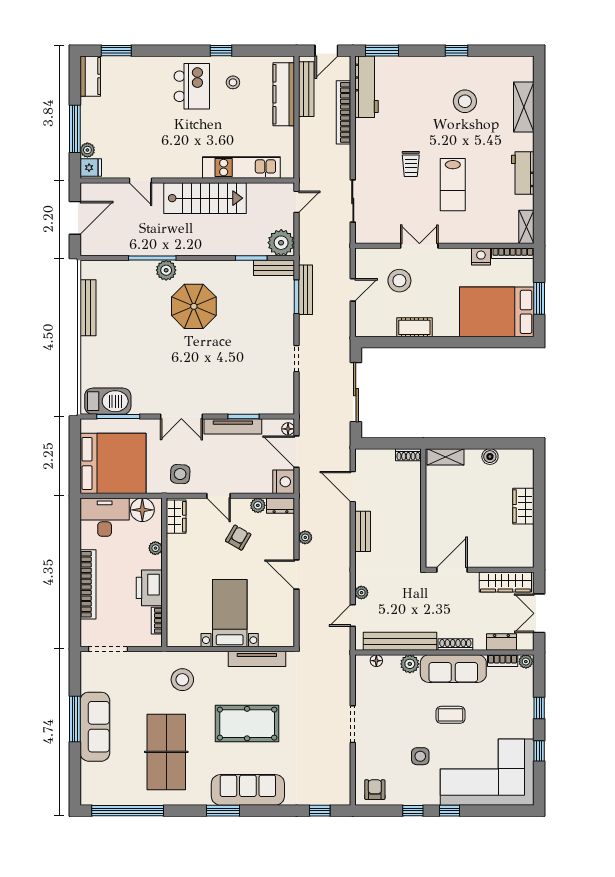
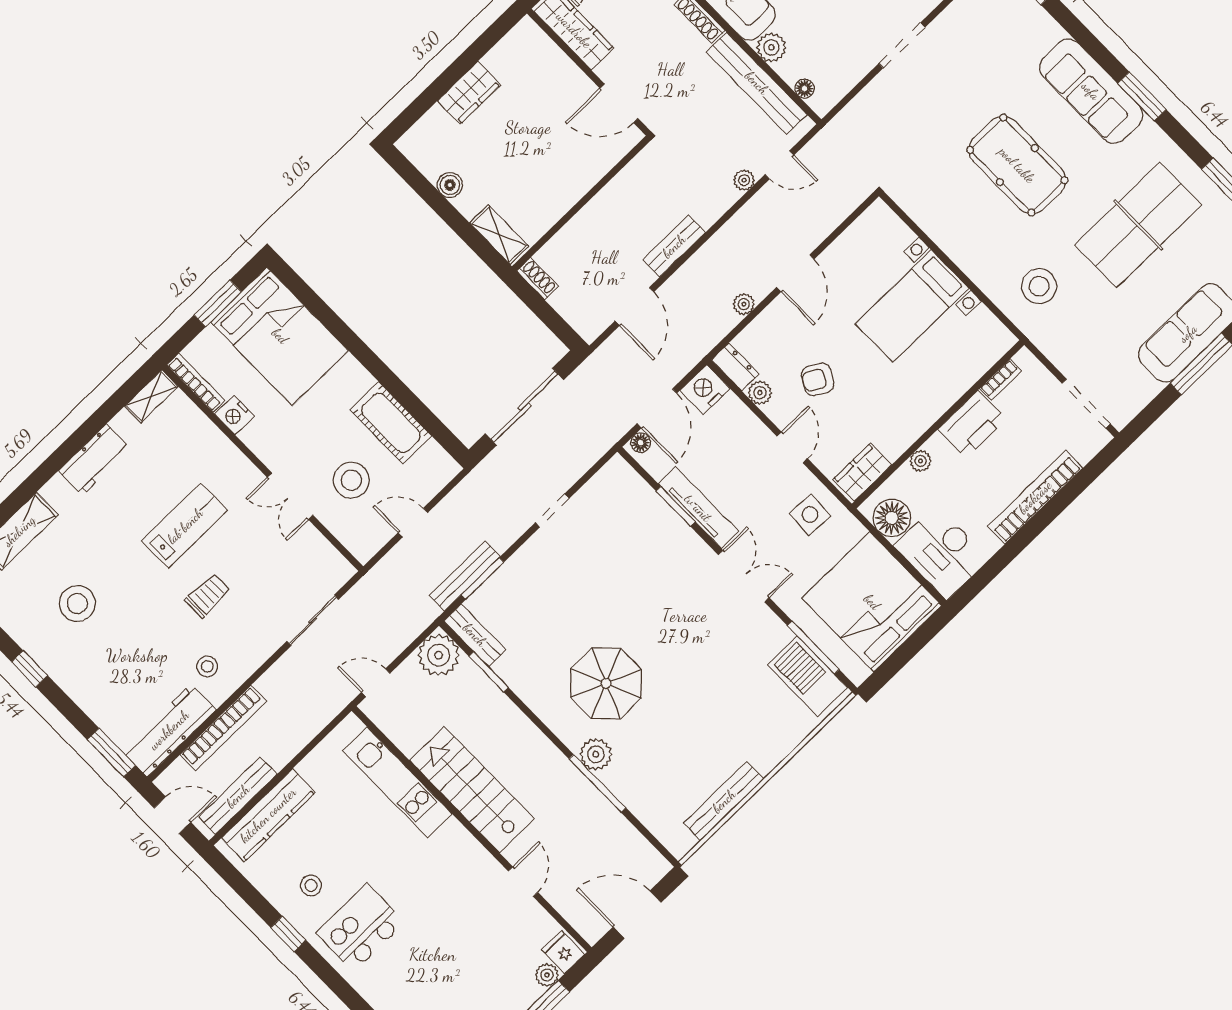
stool: (379, 132) -> (207, 666), added
cot: (414, 327) -> (391, 423), width x1.37, depth x1.34
tv unit: (257, 659) -> (934, 225), removed

